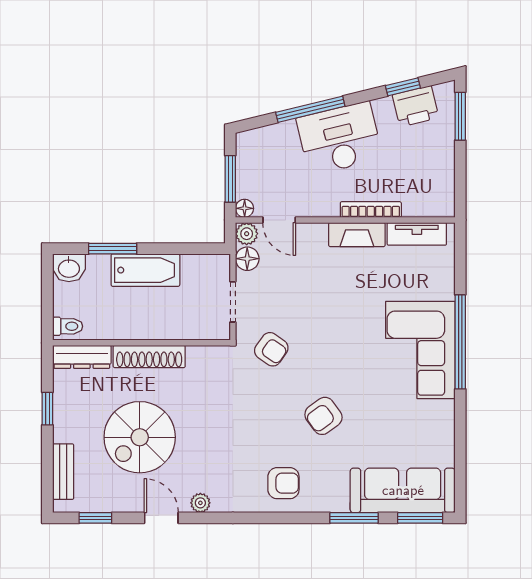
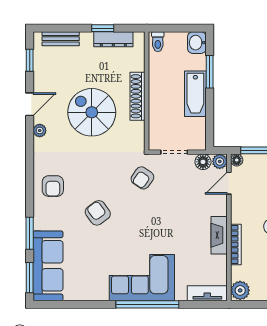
plant: (439, 203) -> (240, 290), added
tv unit: (417, 234) -> (207, 293), moved, turned 90
dresser: (82, 357) -> (113, 39), moved, turned -90
spiral stairs: (140, 437) -> (92, 112), moved

